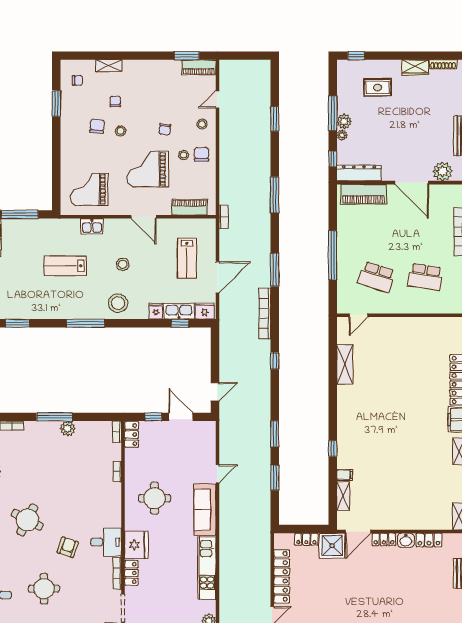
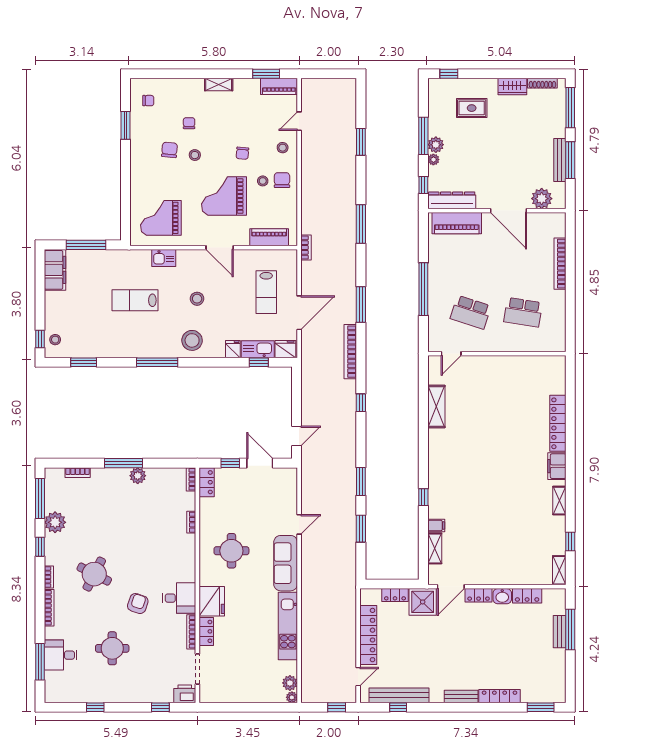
shelving: (109, 66) -> (219, 85), moved

